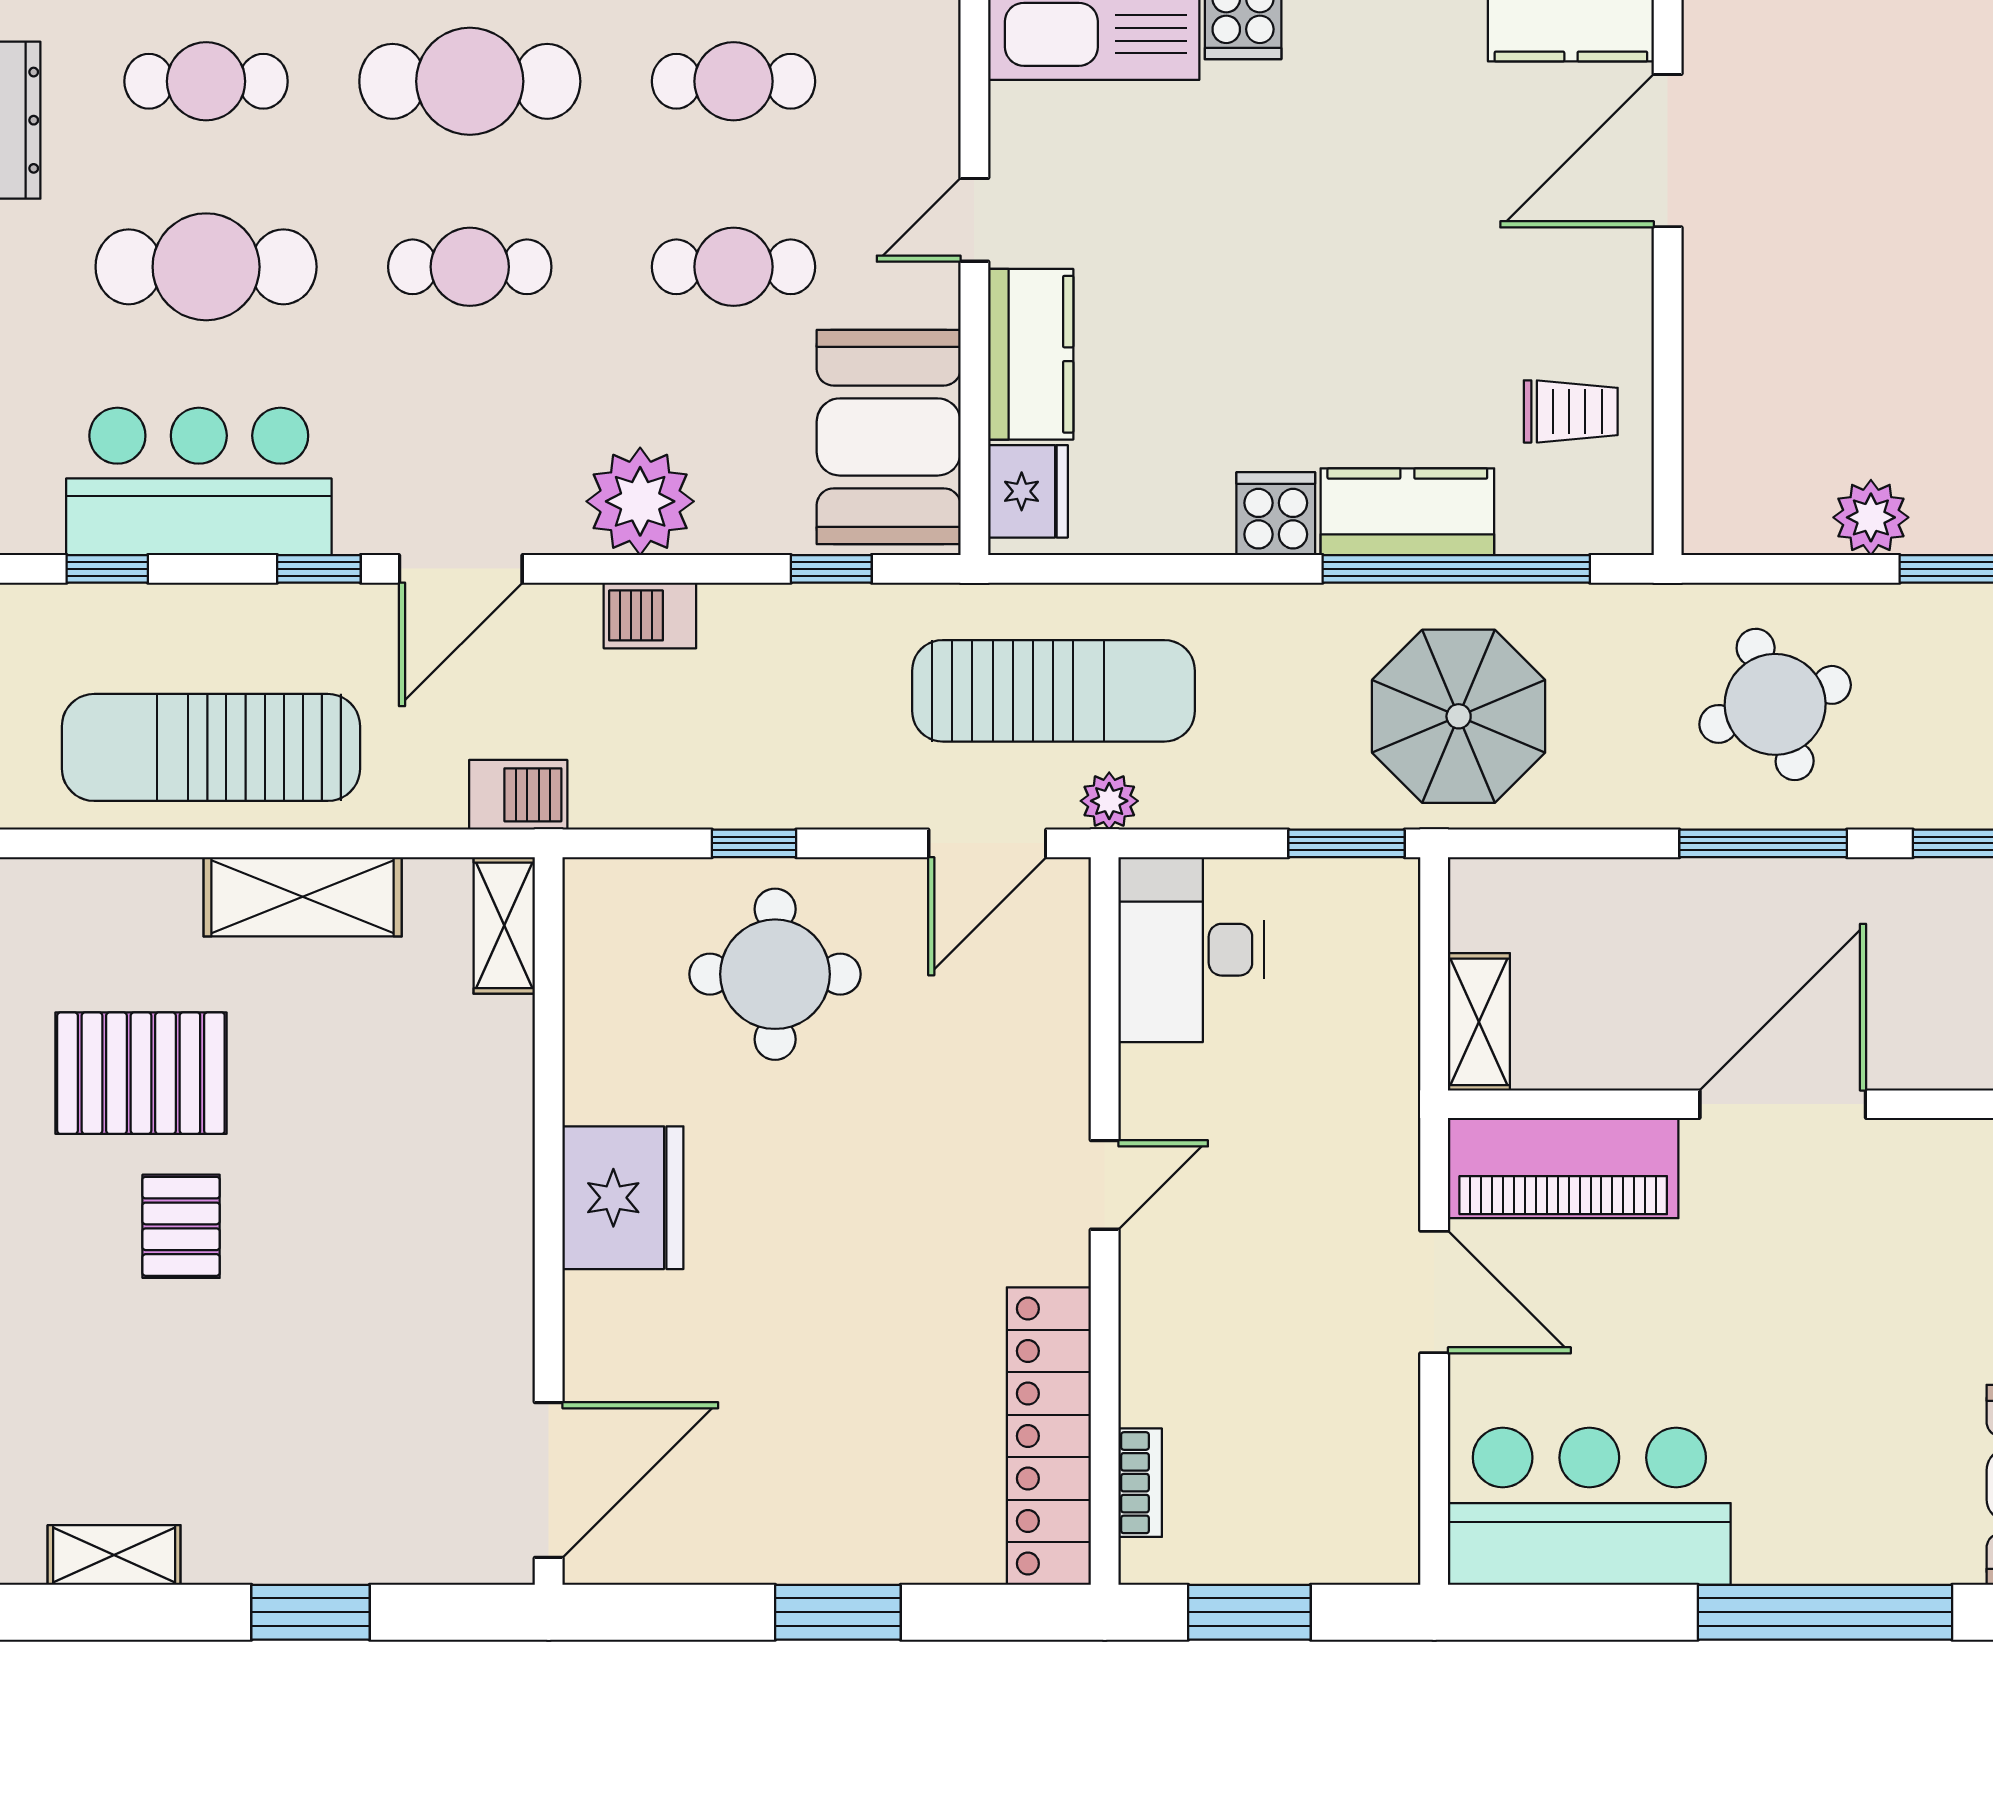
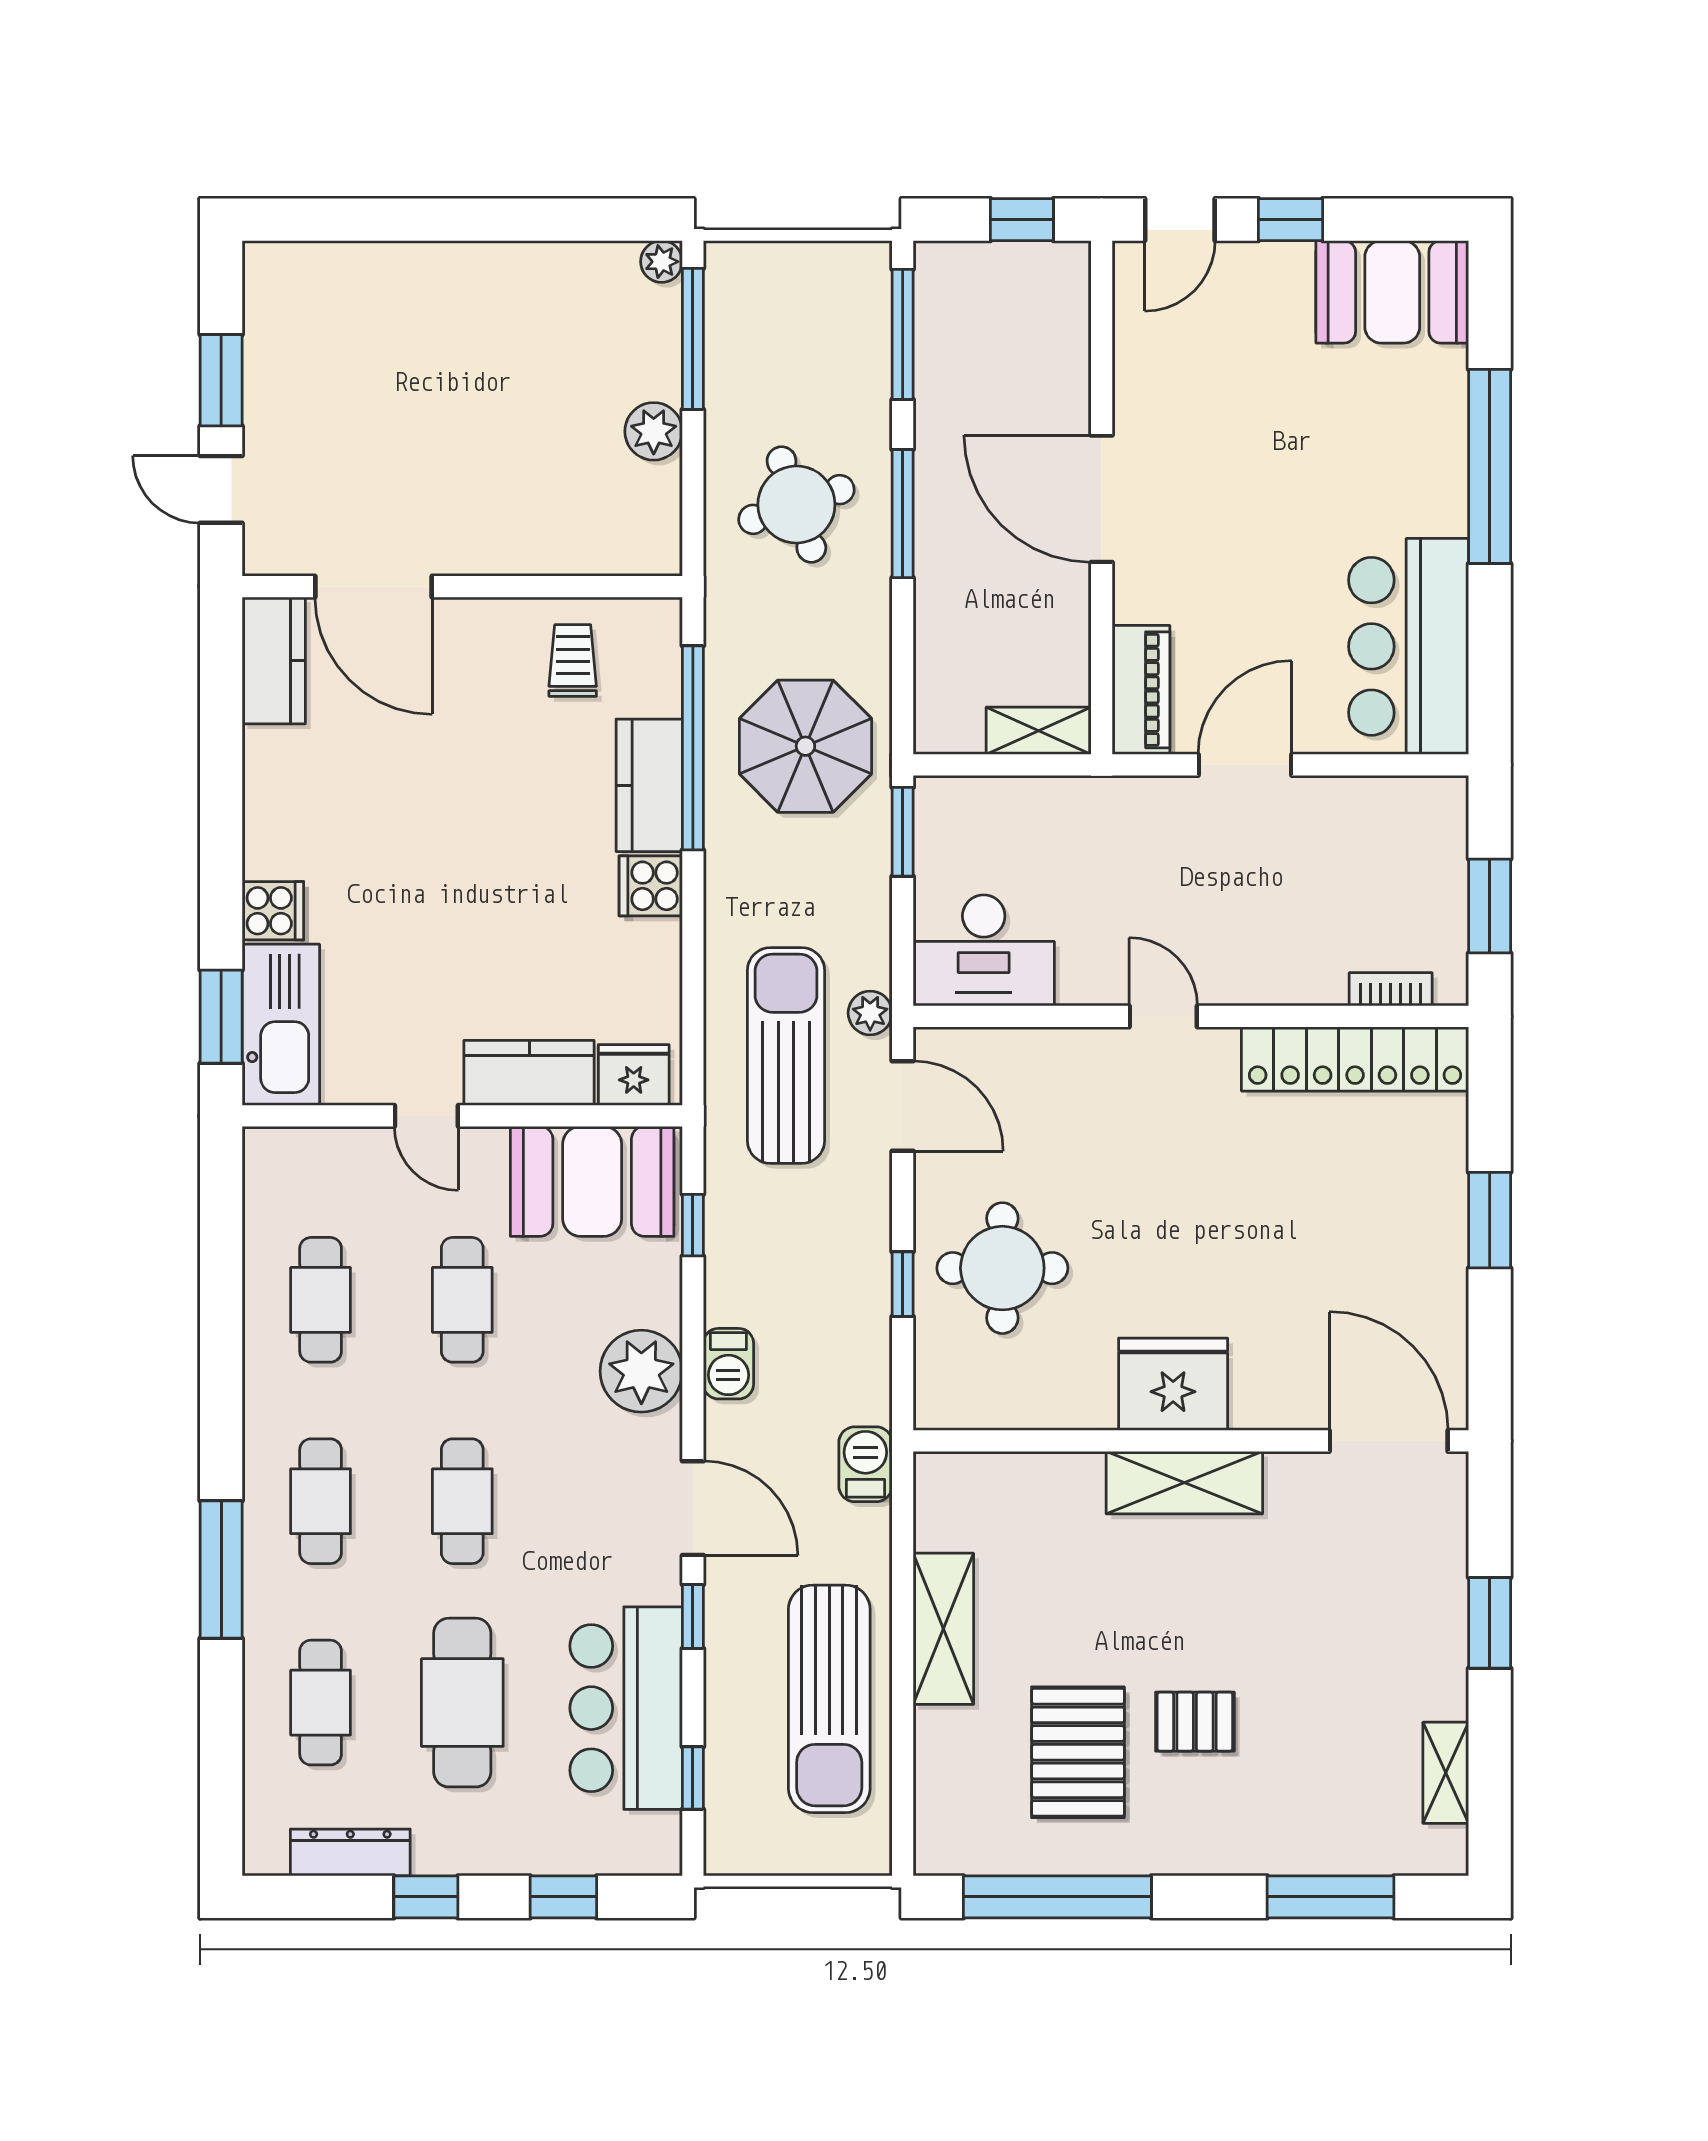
cafe table: (470, 81) -> (321, 1501), width x0.73, depth x0.74
shelving: (504, 925) -> (1184, 1483), moved, width x1.50, depth x1.33
piano: (1563, 1168) -> (1141, 690), width x0.73, depth x0.75

